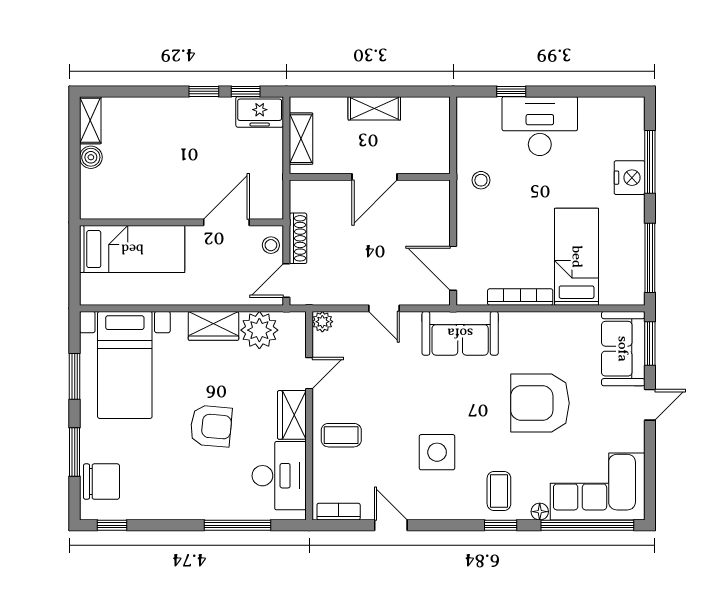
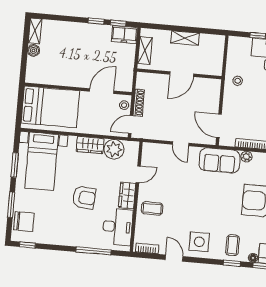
bed: (132, 249) -> (50, 107), width x1.50
plant: (322, 322) -> (246, 157), moved
side table: (437, 452) -> (199, 242), moved

